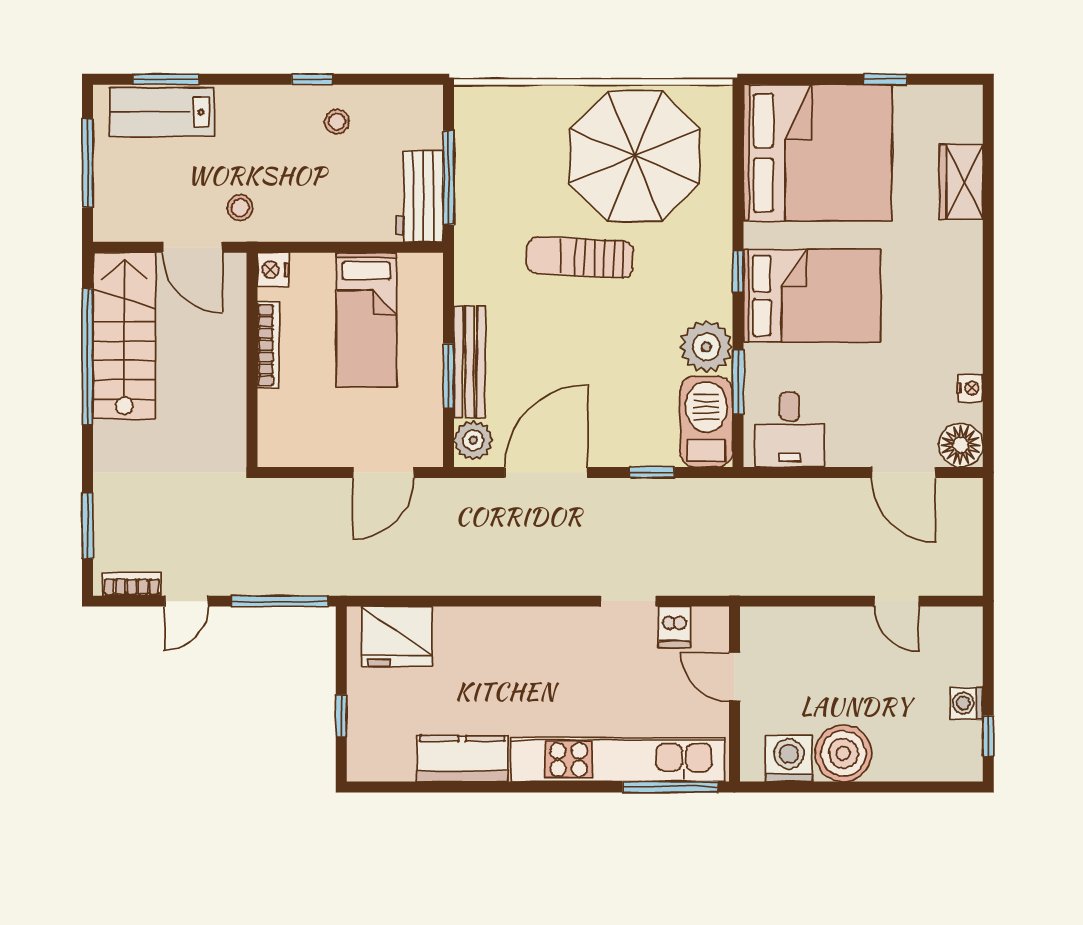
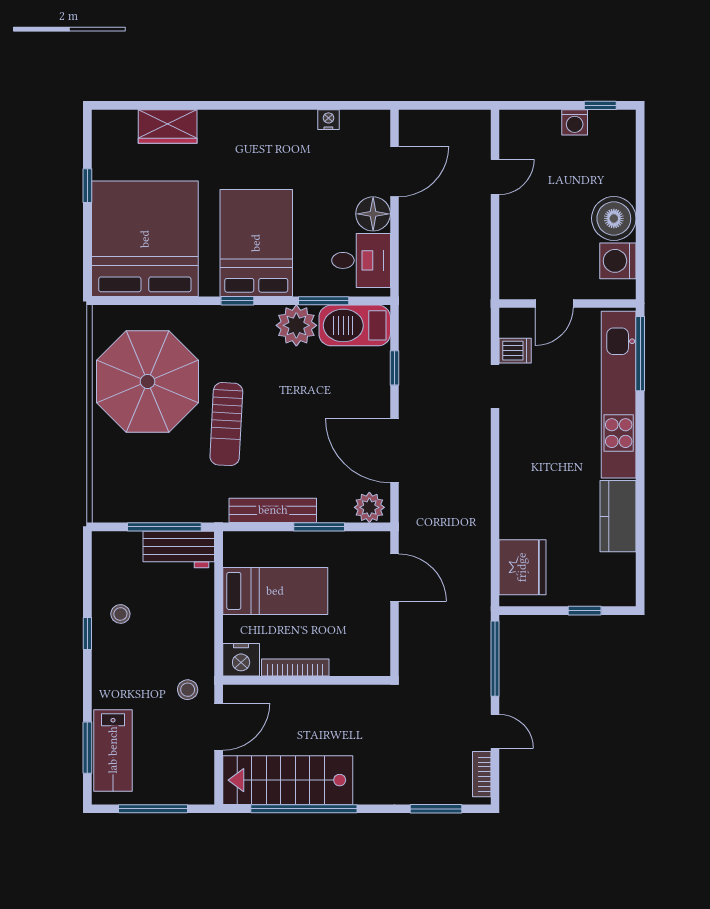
nightstand: (273, 270) -> (241, 660), width x1.36, depth x1.33
bench: (470, 362) -> (273, 510), moved
floor lamp: (961, 445) -> (373, 214), moved

